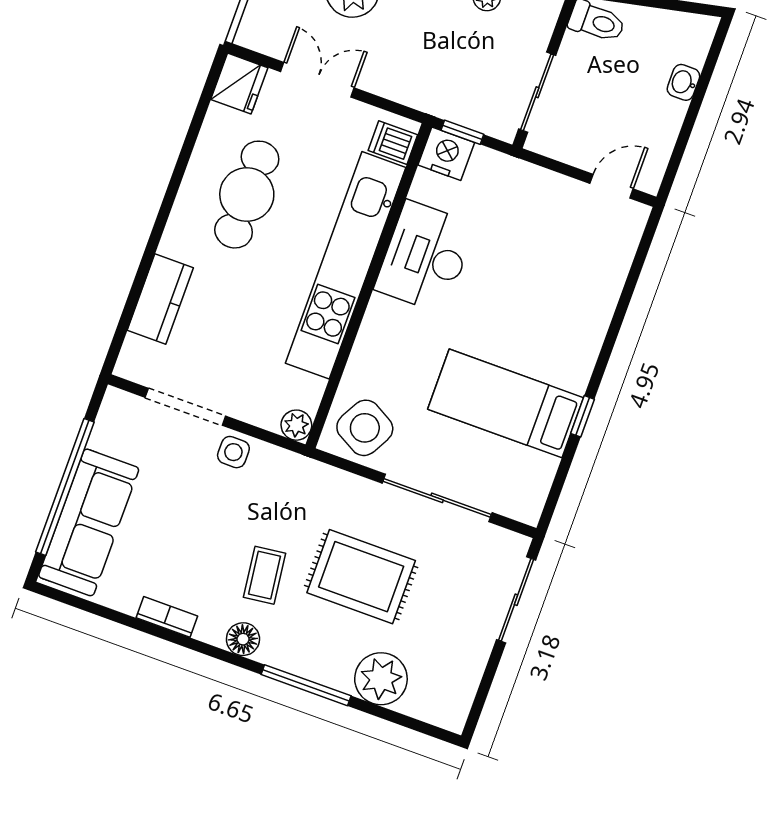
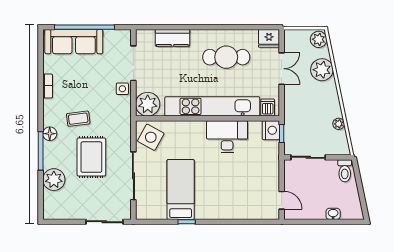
plant: (296, 425) -> (148, 104), width x1.87, depth x1.87
floor lamp: (243, 639) -> (50, 134), moved

